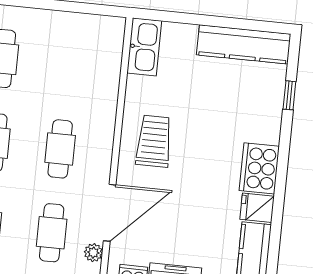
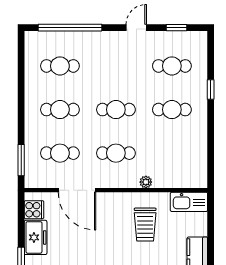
trolley: (154, 141) -> (145, 225), moved, turned 90
plant: (93, 253) -> (146, 182), moved

